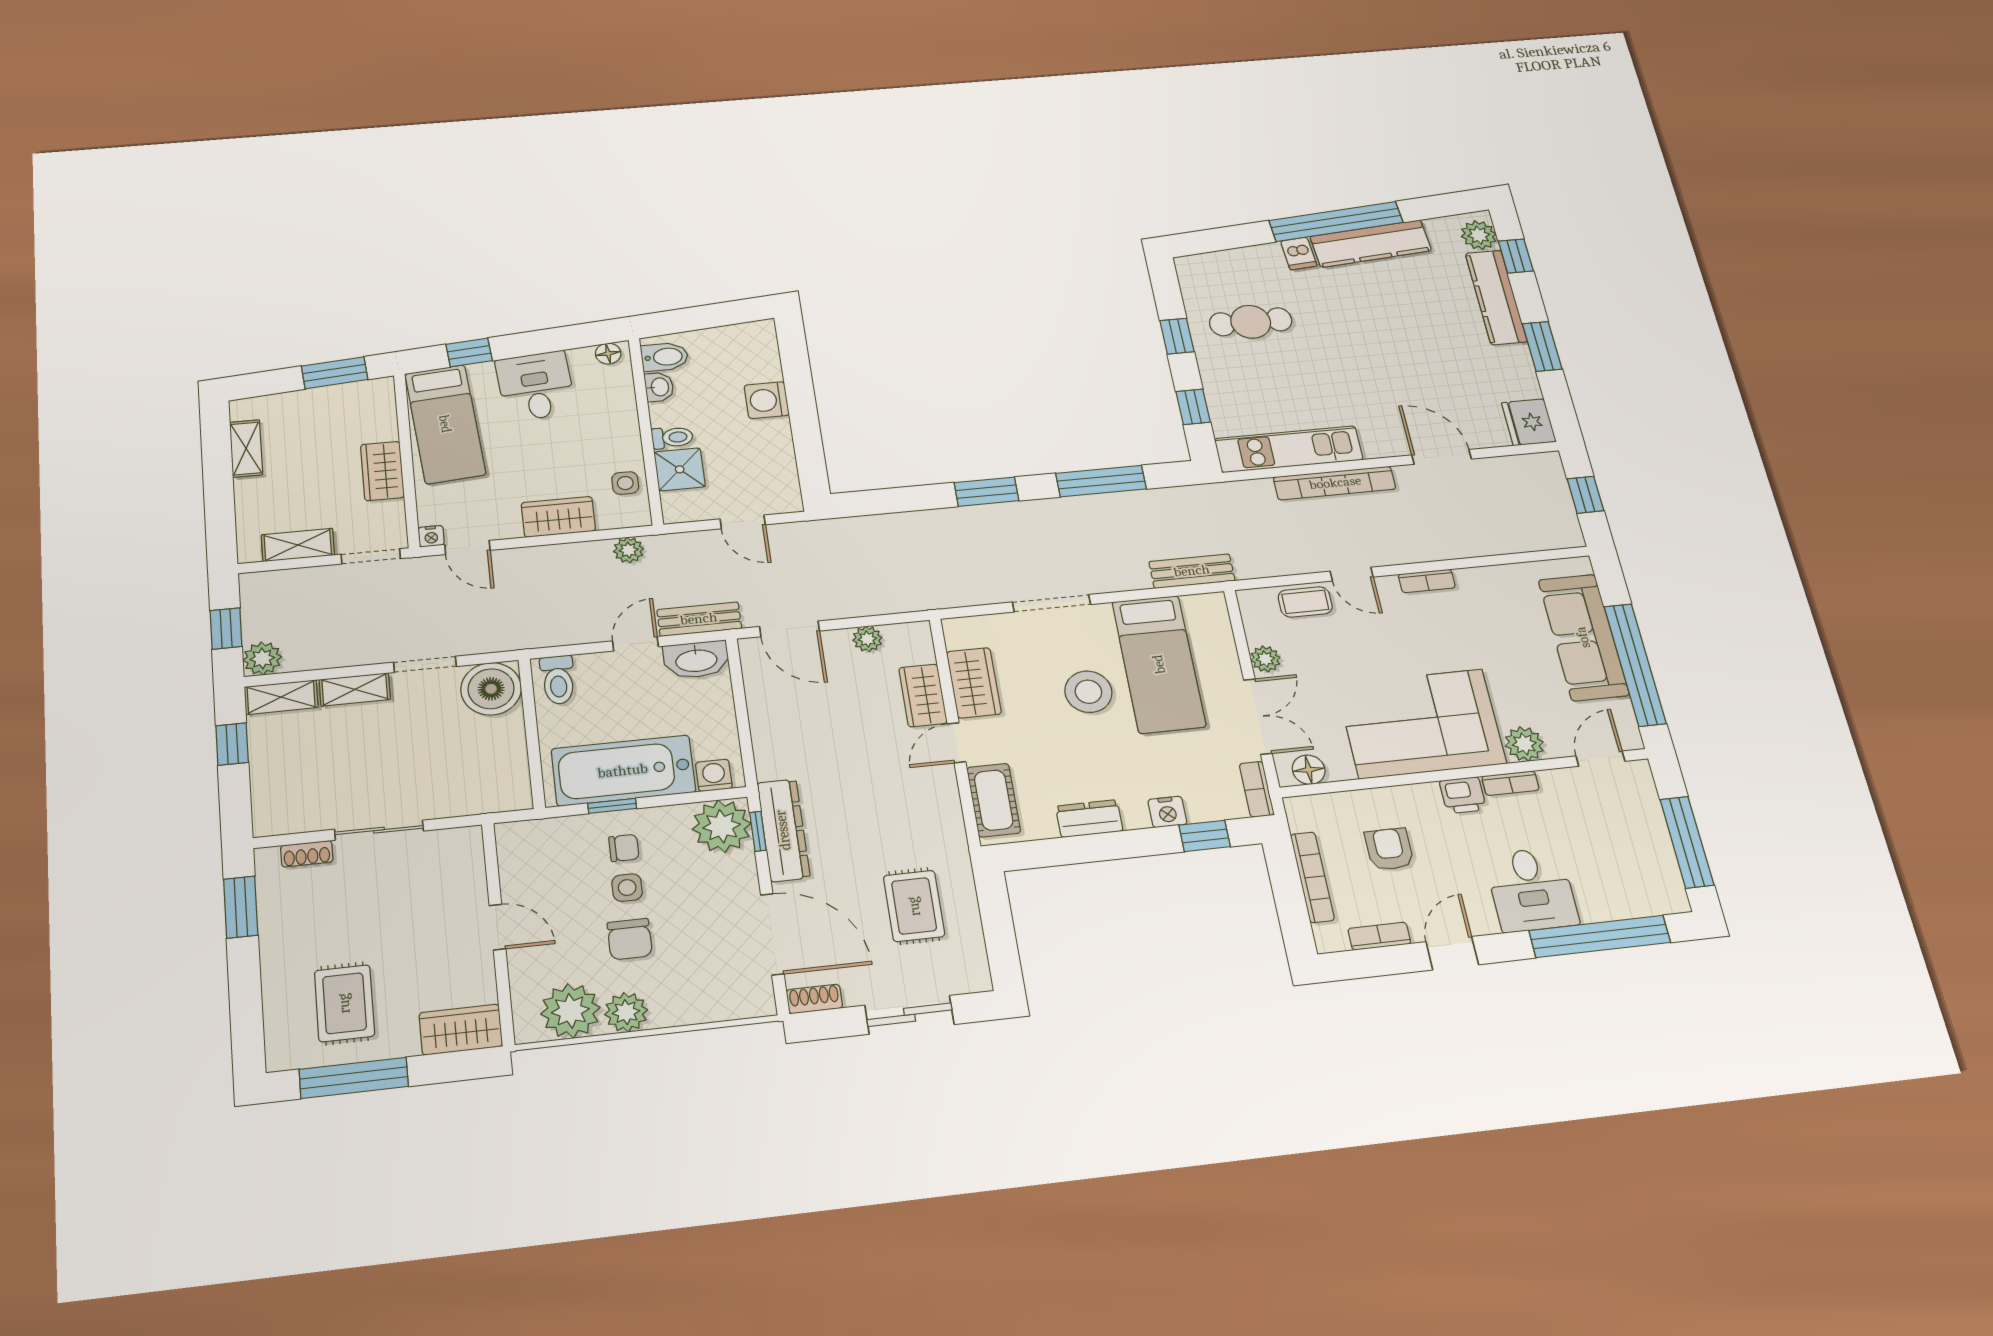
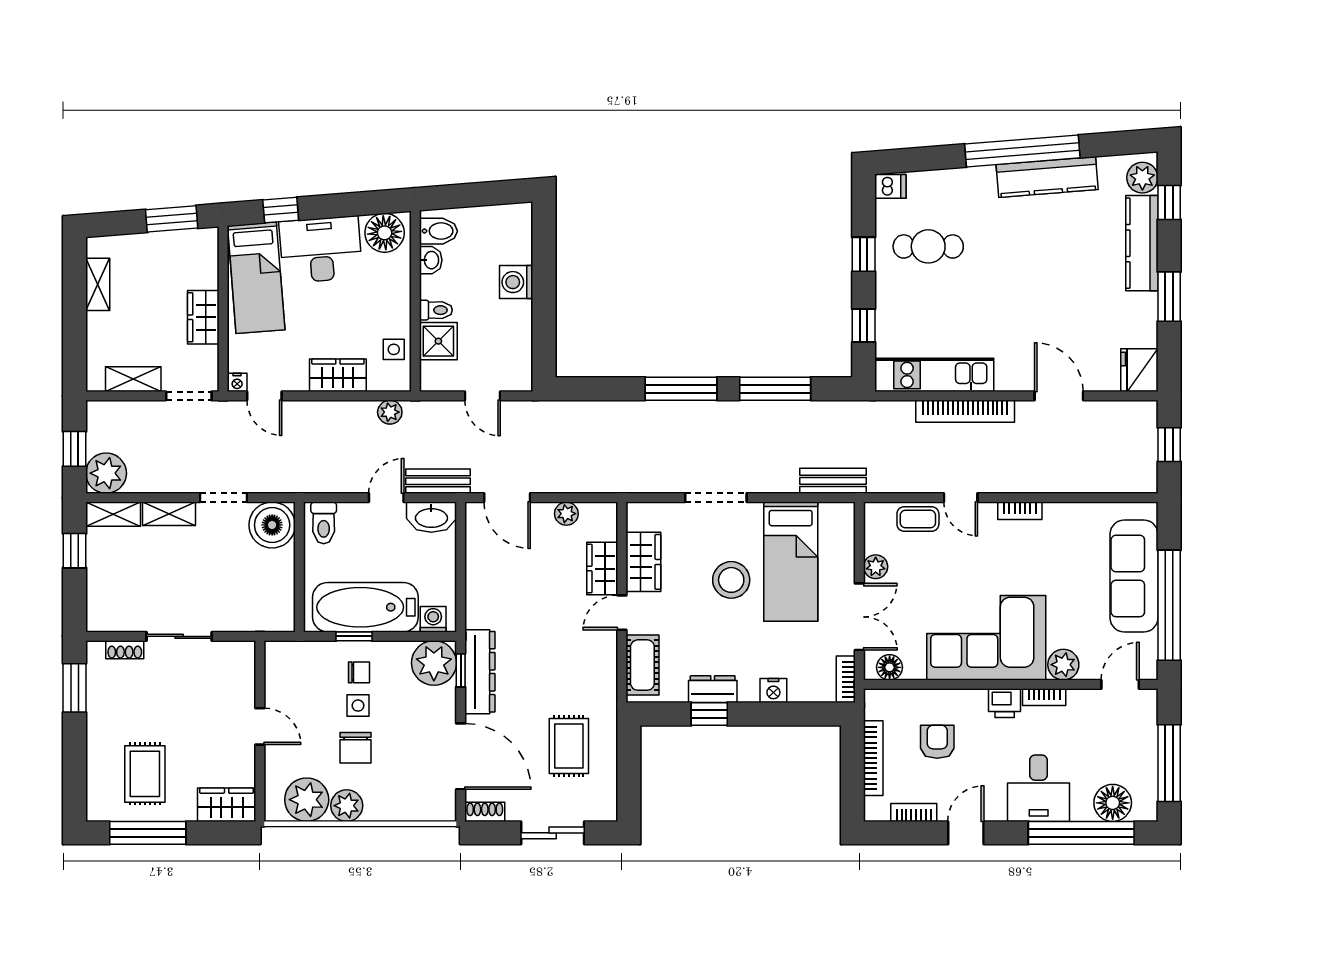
dishwasher: (1299, 253) -> (890, 186), moved, turned -85
floor lamp: (608, 354) -> (385, 233), width x1.89, depth x1.89
desk: (536, 386) -> (321, 250), width x1.37
window: (986, 492) -> (681, 389), width x1.44
plant: (262, 658) -> (106, 473), width x1.36, depth x1.36
window: (1205, 836) -> (709, 714), moved
floor lamp: (1630, 896) -> (1113, 803), added

